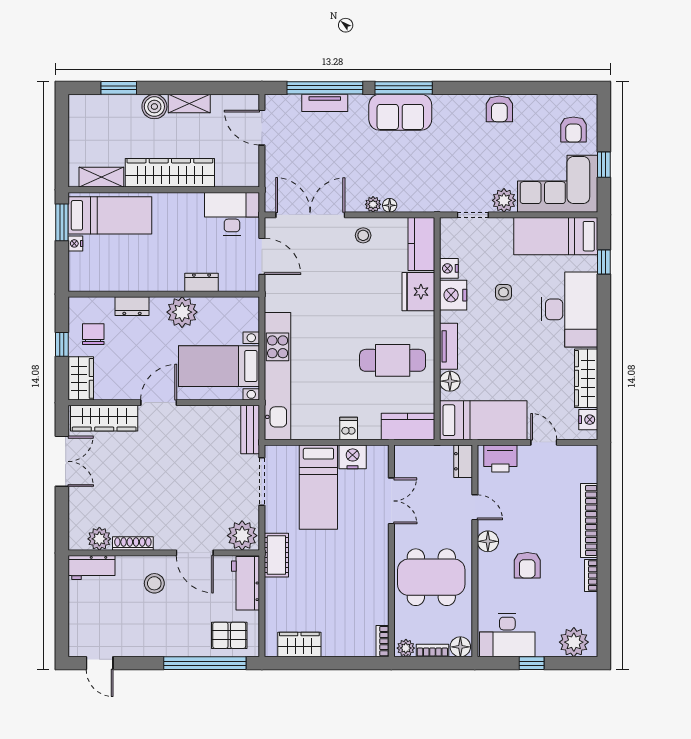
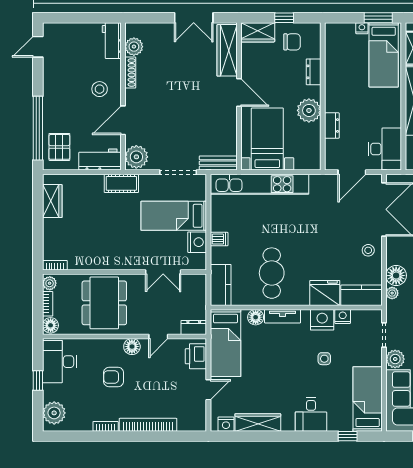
plant: (373, 204) -> (392, 293), moved
floor lamp: (390, 205) -> (396, 276), width x1.89, depth x1.89
desk: (569, 309) -> (311, 415), width x0.53, depth x0.77

